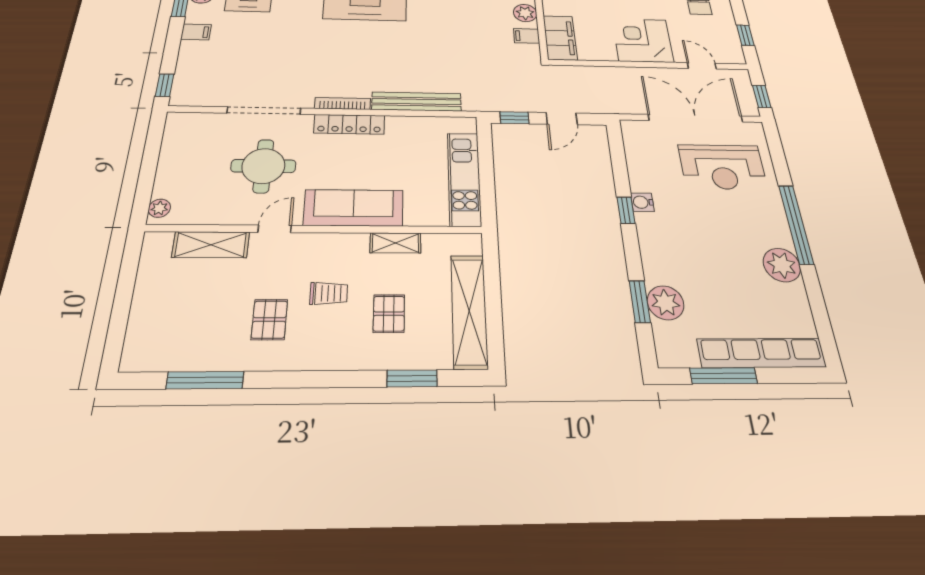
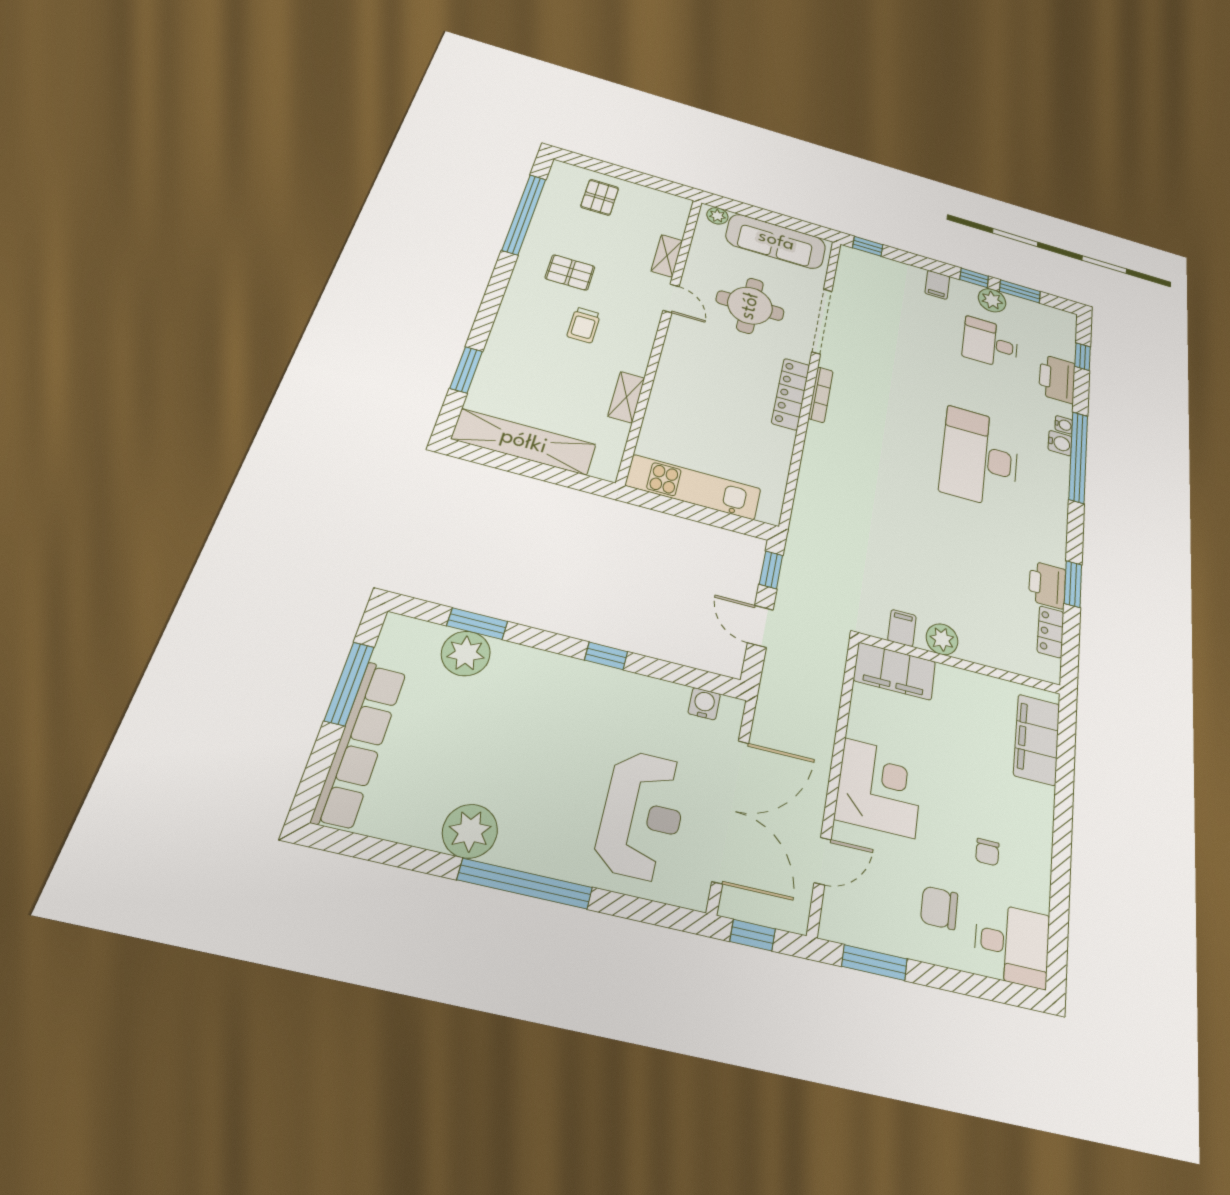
window: (745, 35) -> (874, 963), width x1.50
bench: (417, 102) -> (812, 469), removed
reception desk: (722, 167) -> (642, 815), turned 180
water cooler: (642, 202) -> (704, 704), moved
sofa: (354, 208) -> (776, 241), moved, turned 90
shelving: (211, 245) -> (667, 256), width x0.67, depth x0.75
pallet: (389, 314) -> (600, 197), moved, turned 90
window: (205, 380) -> (524, 214), width x1.46

